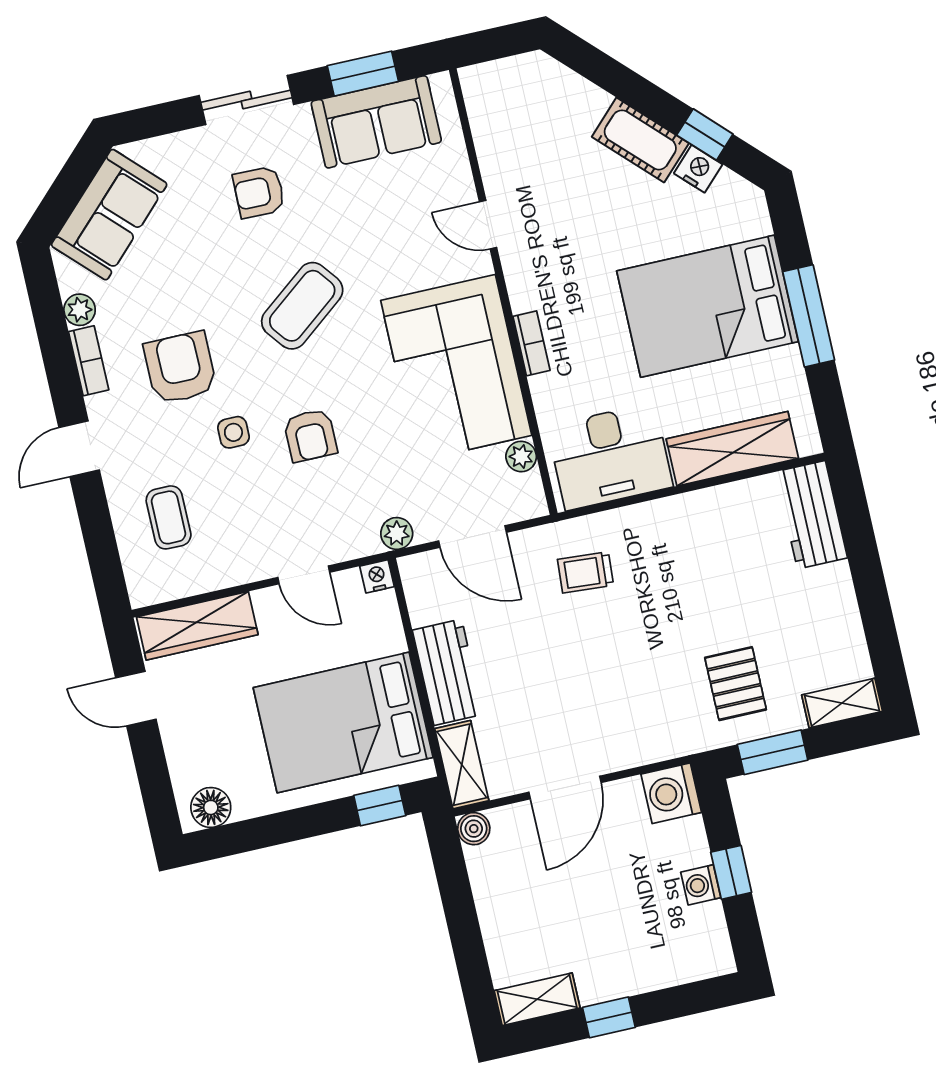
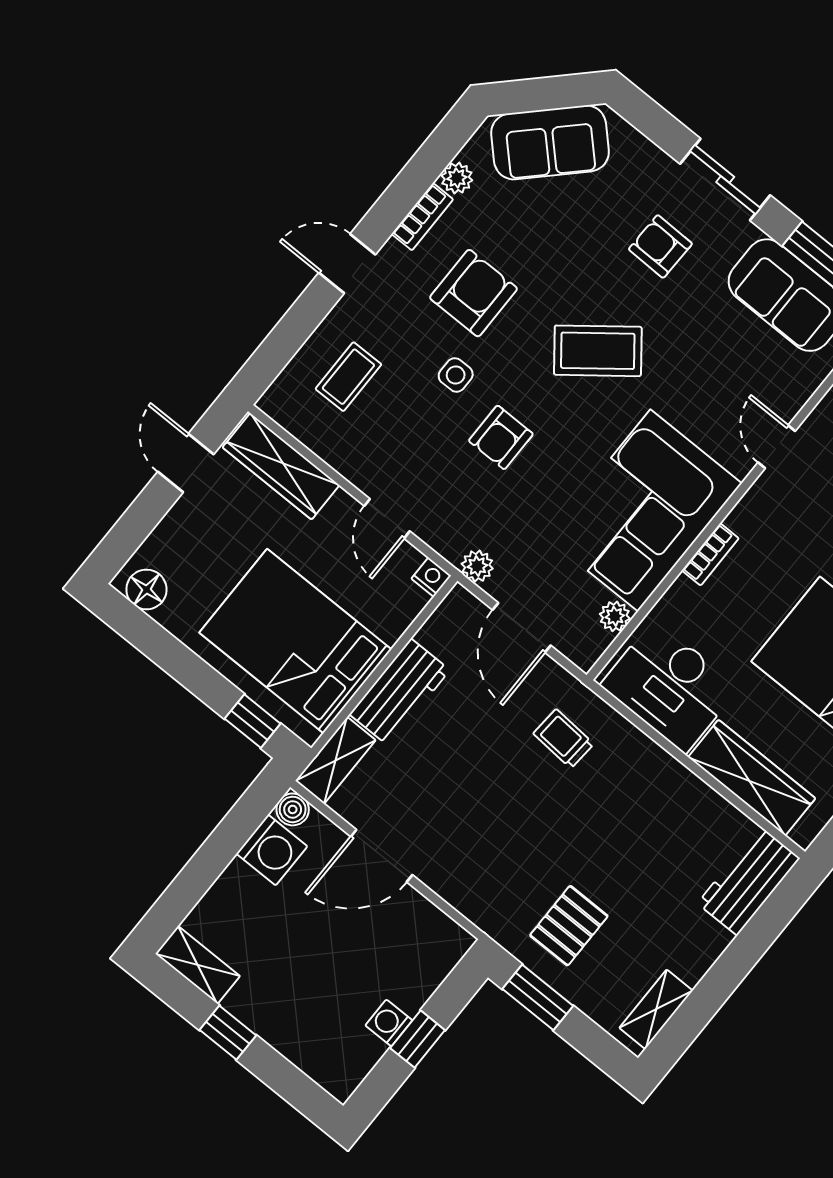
shelving: (842, 703) -> (656, 1009), moved, turned 90
washing machine: (671, 793) -> (272, 850), moved, turned 180

